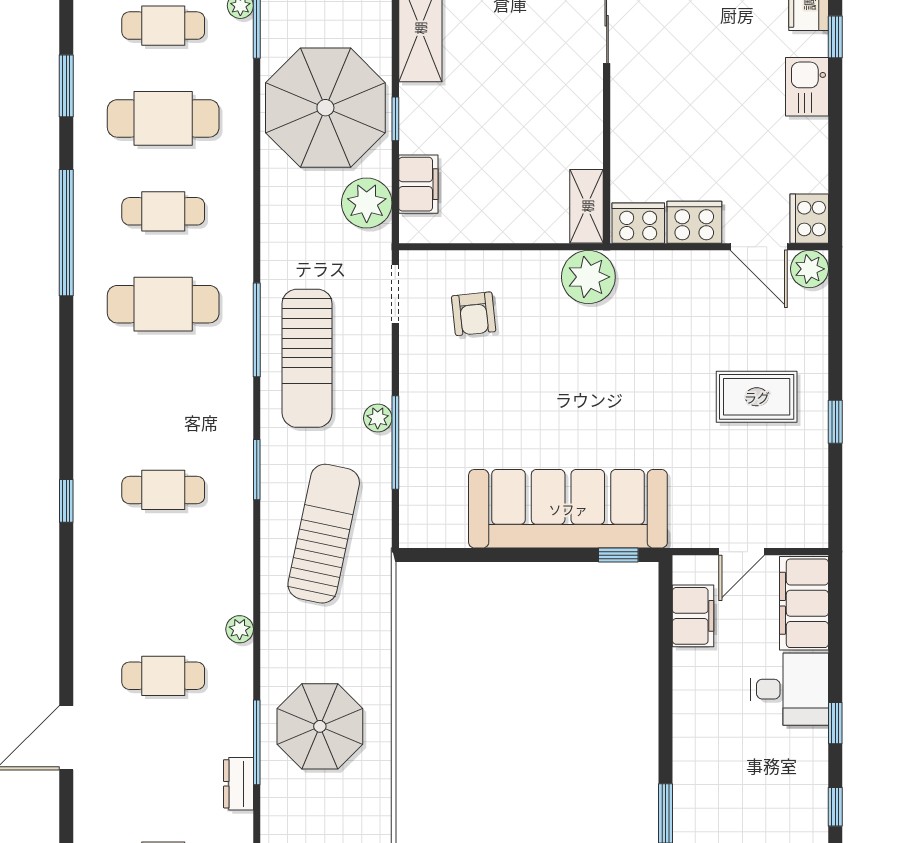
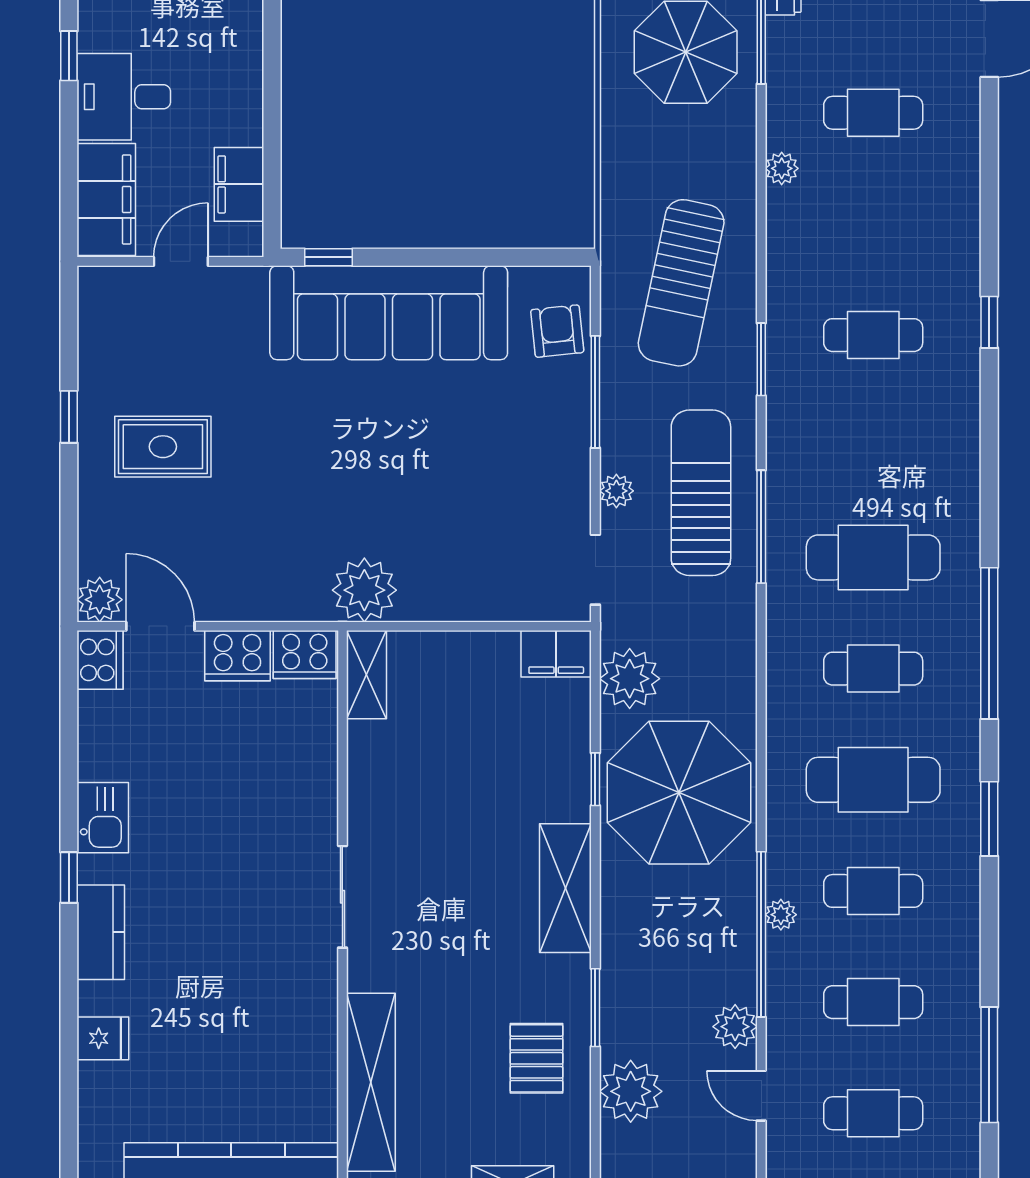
filing cabinet: (418, 184) -> (556, 654), moved, turned -90
armchair: (474, 314) -> (557, 331), moved
plant: (378, 418) -> (616, 491), moved

